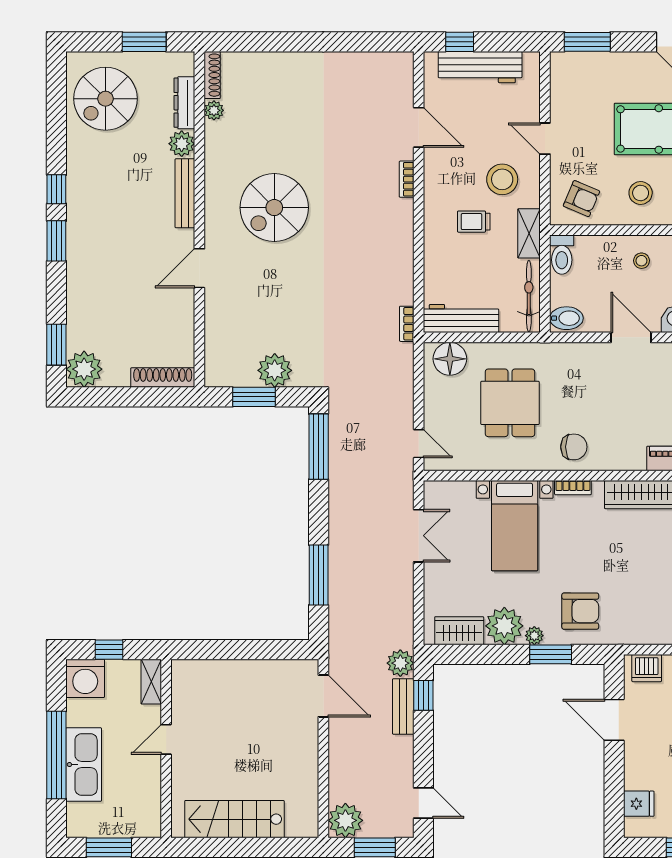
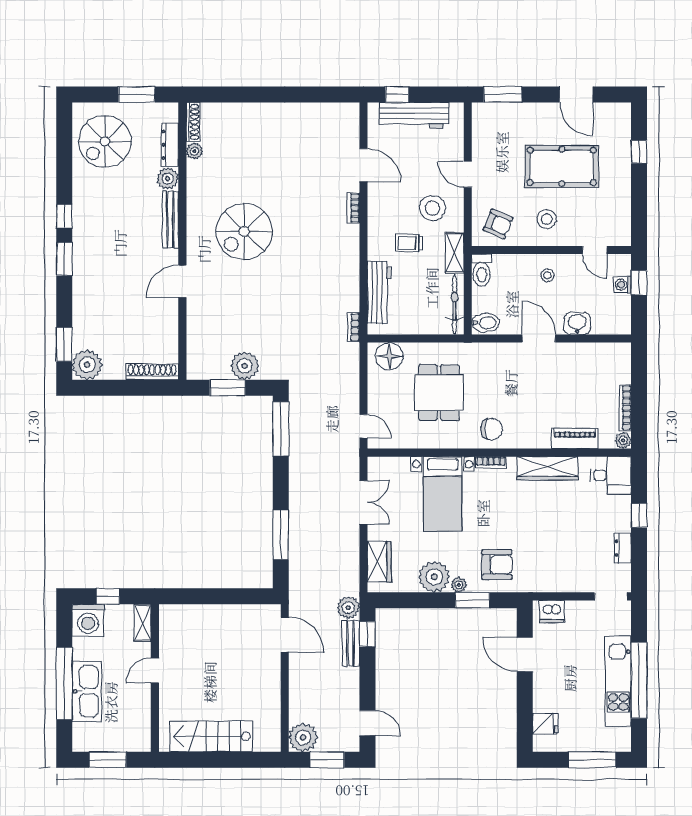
workbench: (461, 318) -> (379, 293), moved, turned 90
wardrobe: (459, 631) -> (379, 561), moved, turned 90

